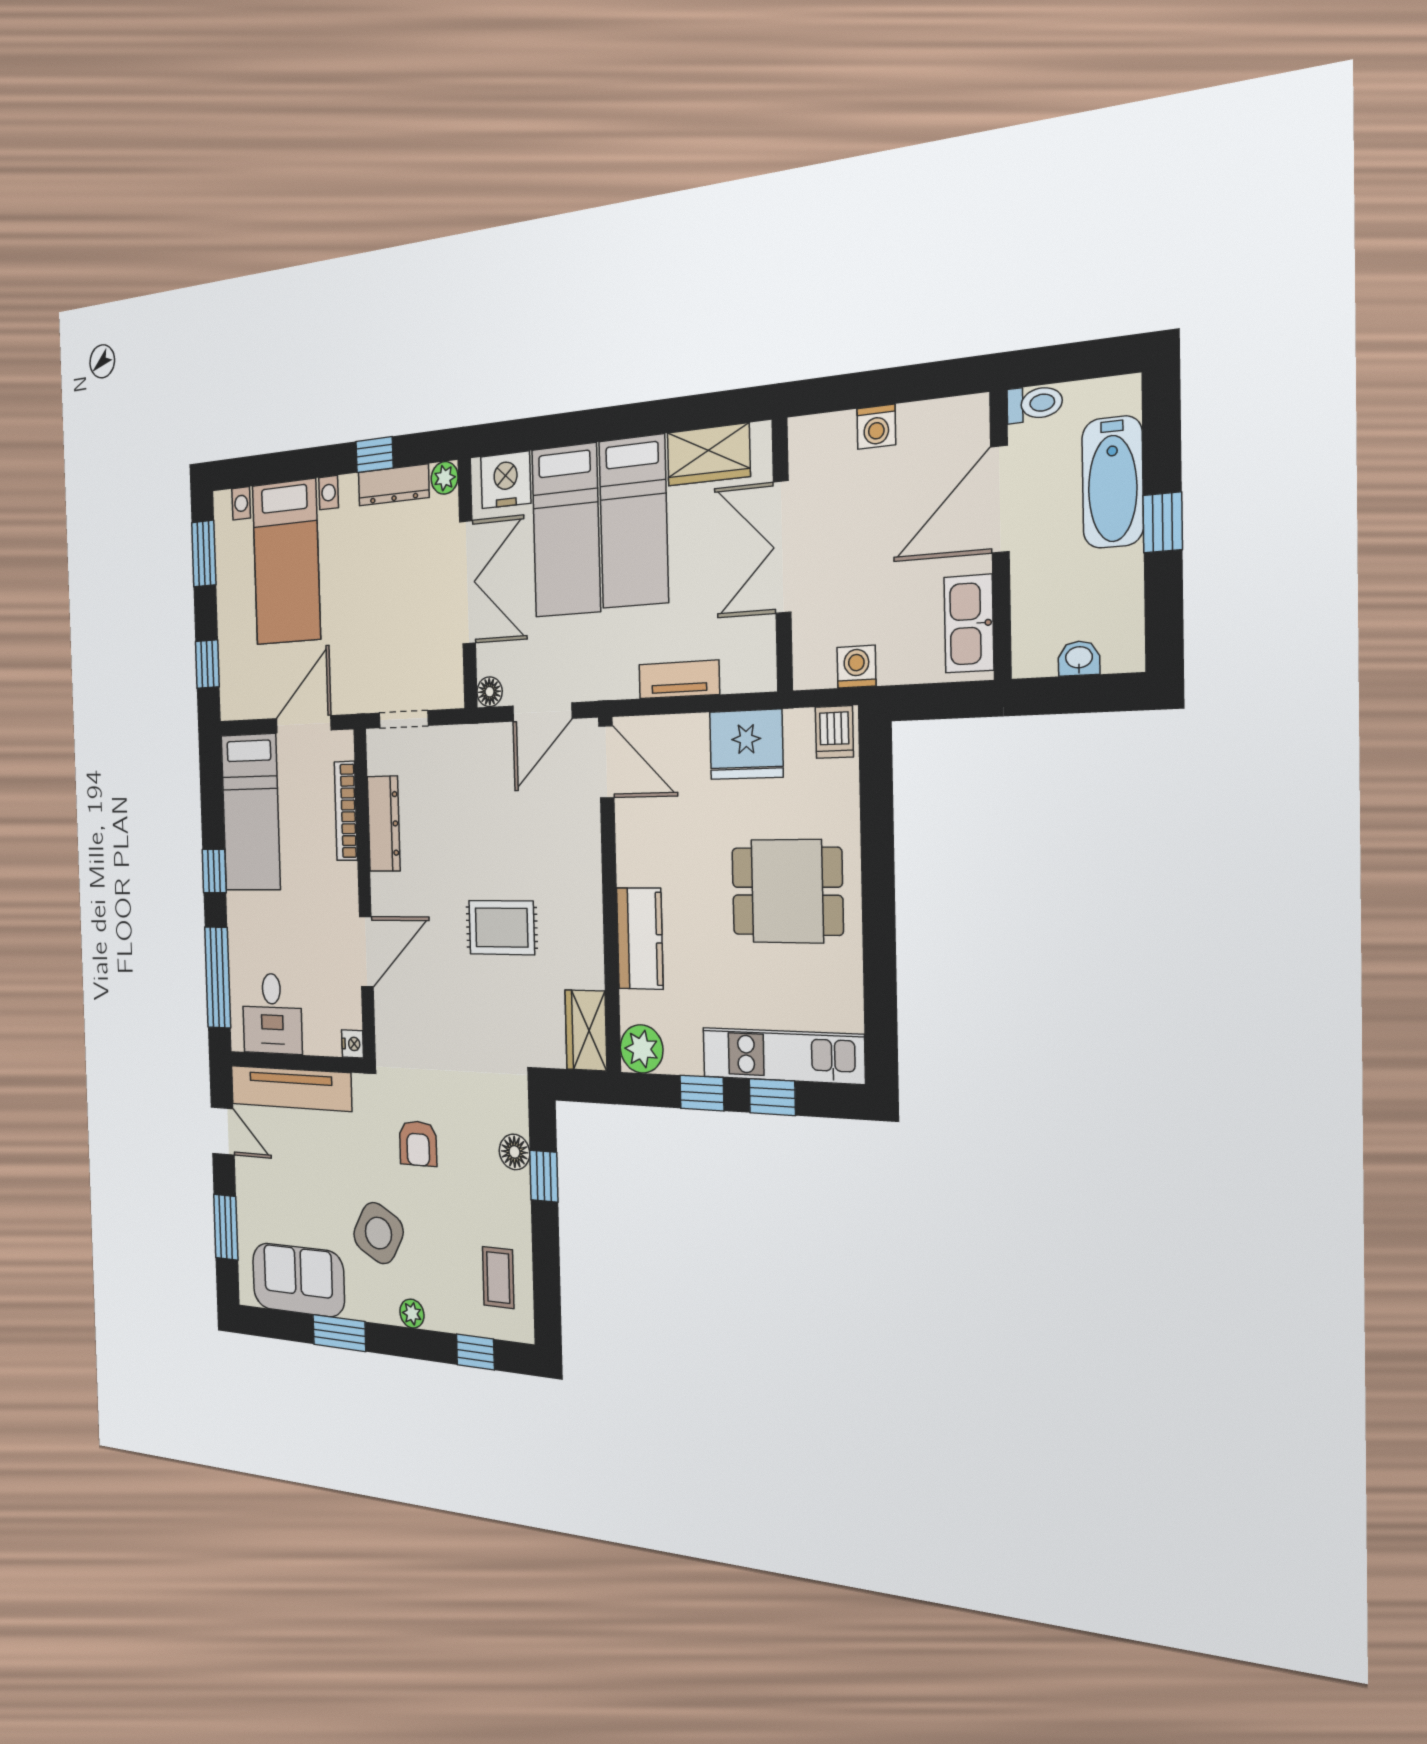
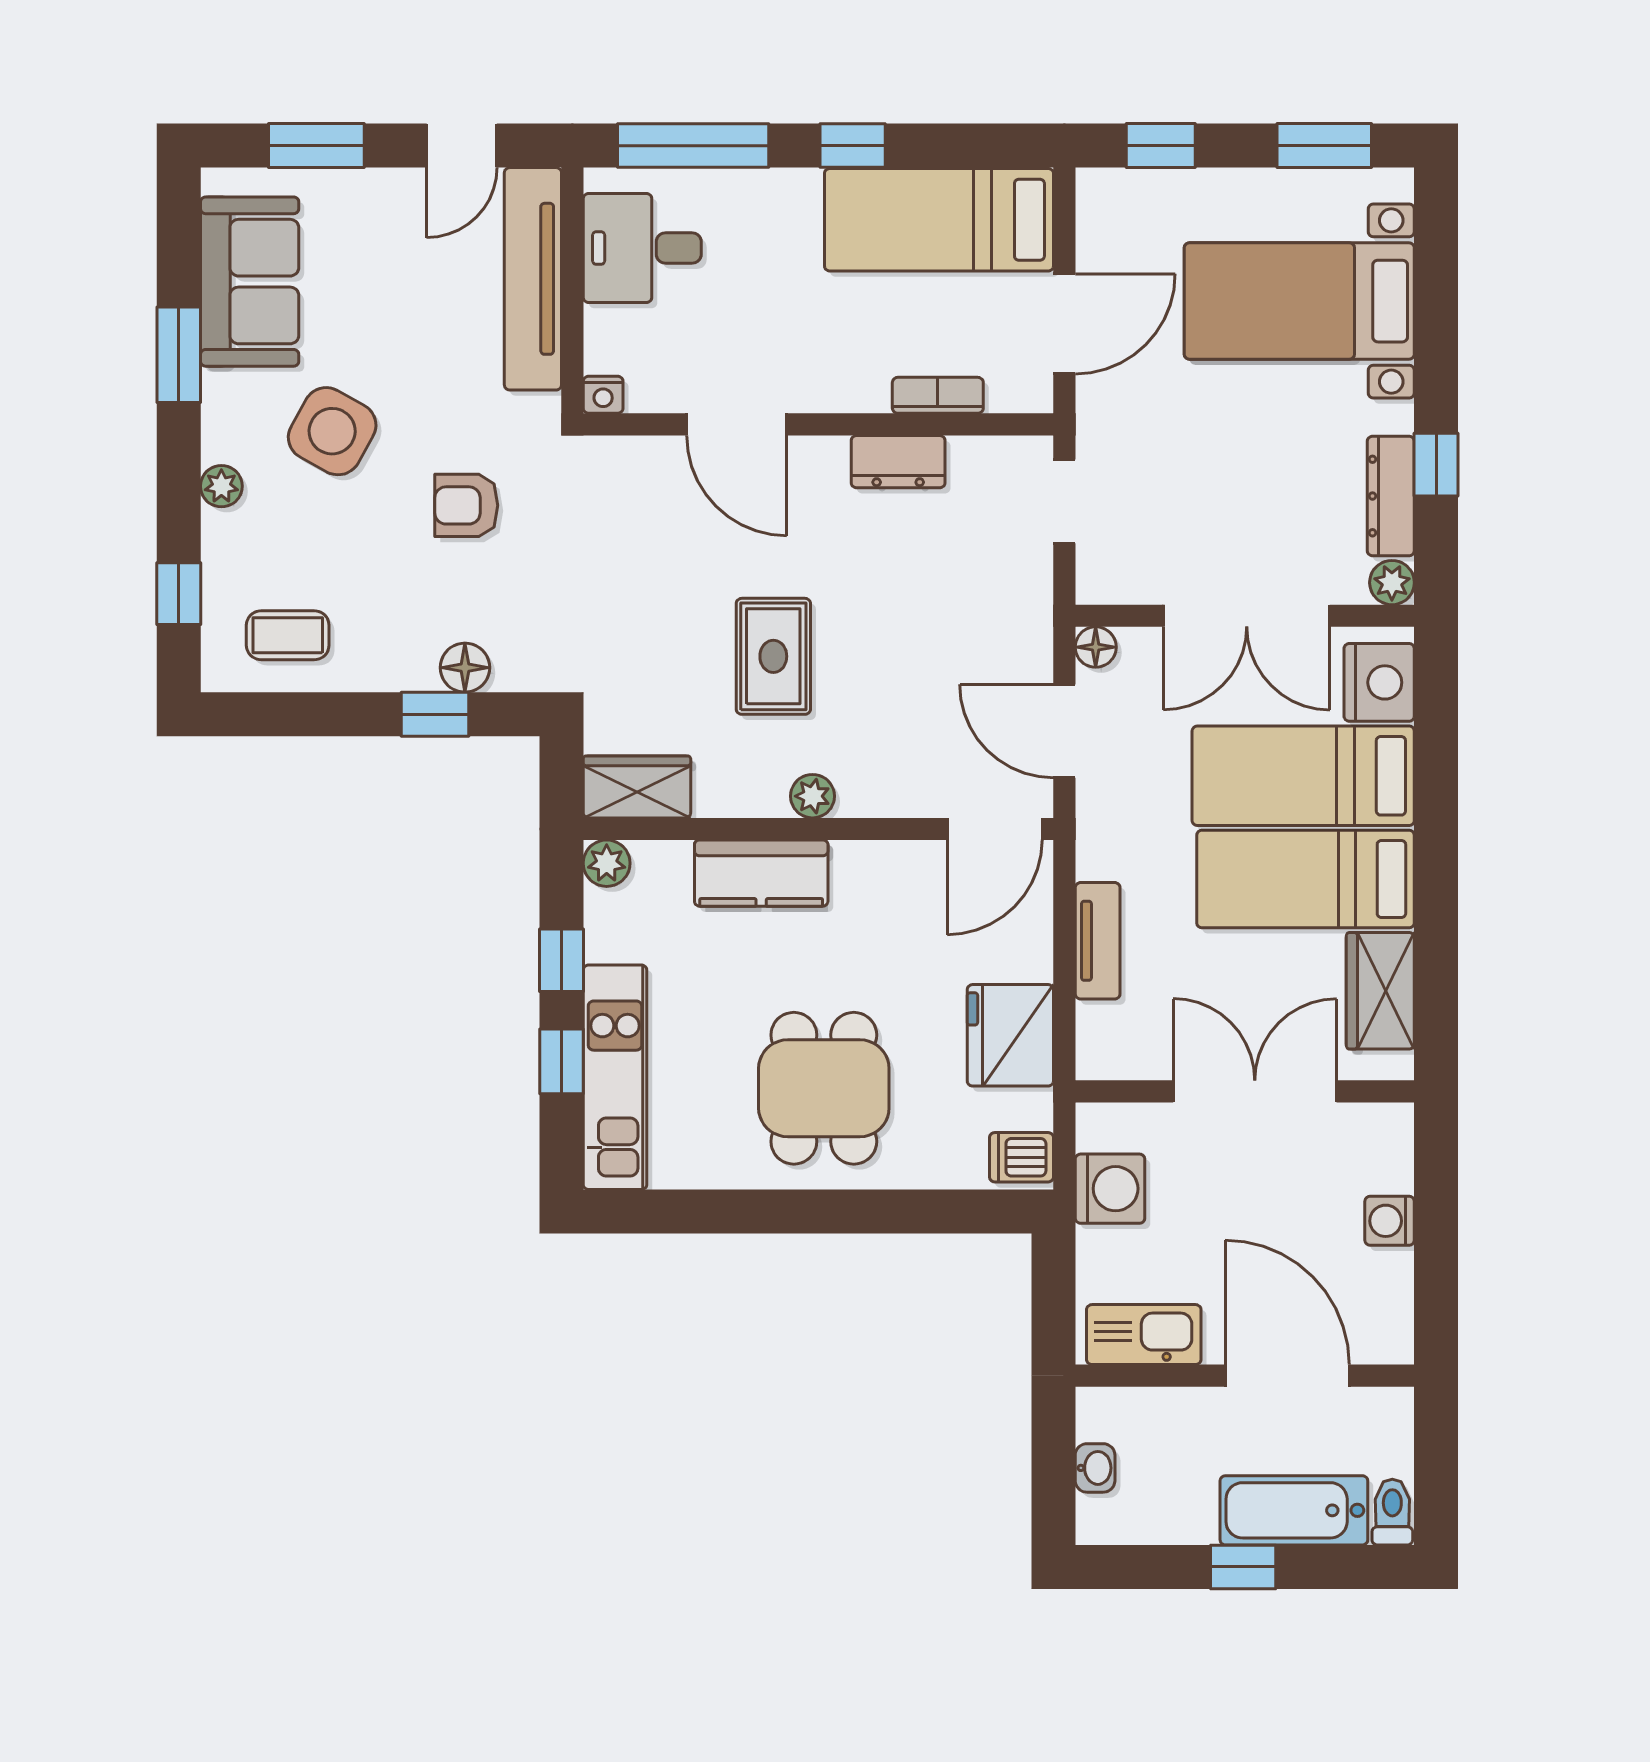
toilet: (1035, 404) -> (1392, 1512), moved, turned 180
washing machine: (856, 667) -> (1110, 1189), width x1.38, depth x1.38
door: (304, 724) -> (1064, 324), hinge flipped
bookcase: (346, 811) -> (938, 395), width x0.64
dresser: (384, 824) -> (898, 462), width x0.70
plant: (589, 899) -> (812, 796), added
plant: (642, 1049) -> (607, 863), width x0.73, depth x0.73

